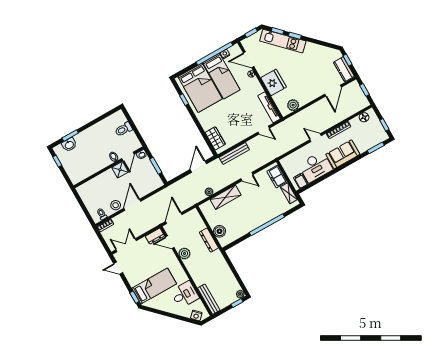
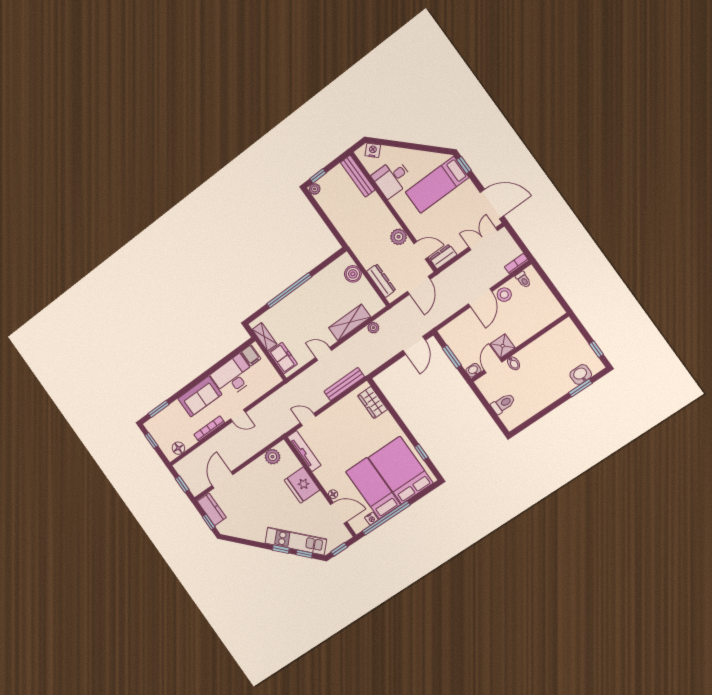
door: (198, 167) -> (414, 345), moved
dresser: (209, 240) -> (381, 281), moved
double door: (126, 245) -> (483, 239), swing flipped
door: (118, 268) -> (492, 204), width x1.88

